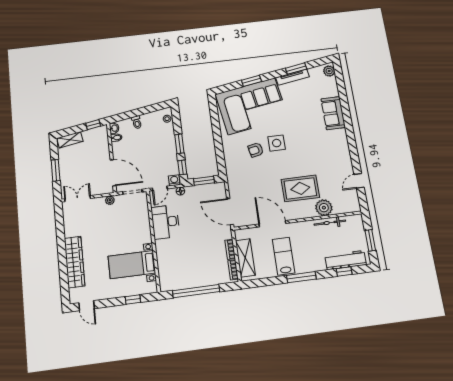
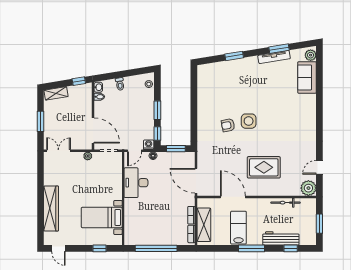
corner sofa: (252, 106) -> (231, 82), removed
sofa: (333, 113) -> (307, 77), moved
plant: (324, 208) -> (308, 188), moved
workbench: (346, 260) -> (281, 238), moved

